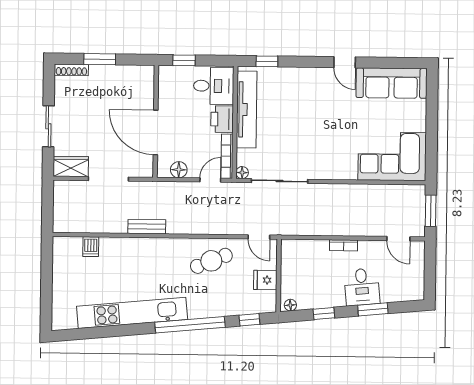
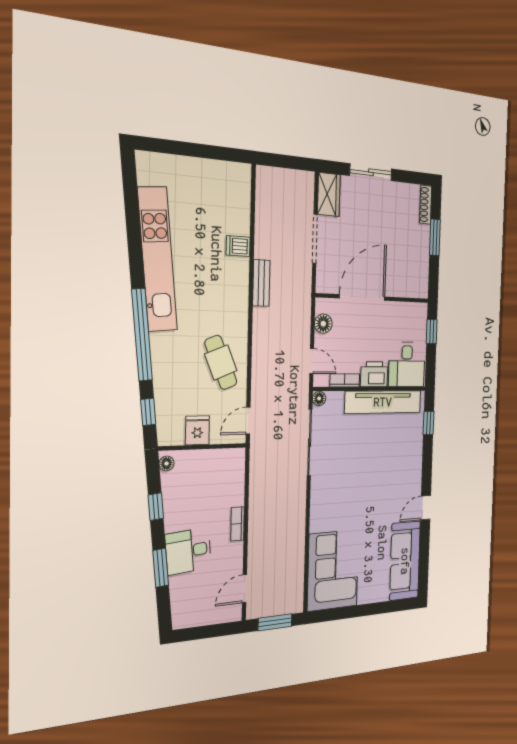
bookcase: (227, 156) -> (345, 380), width x0.64
dishwasher: (91, 247) -> (238, 246), moved

